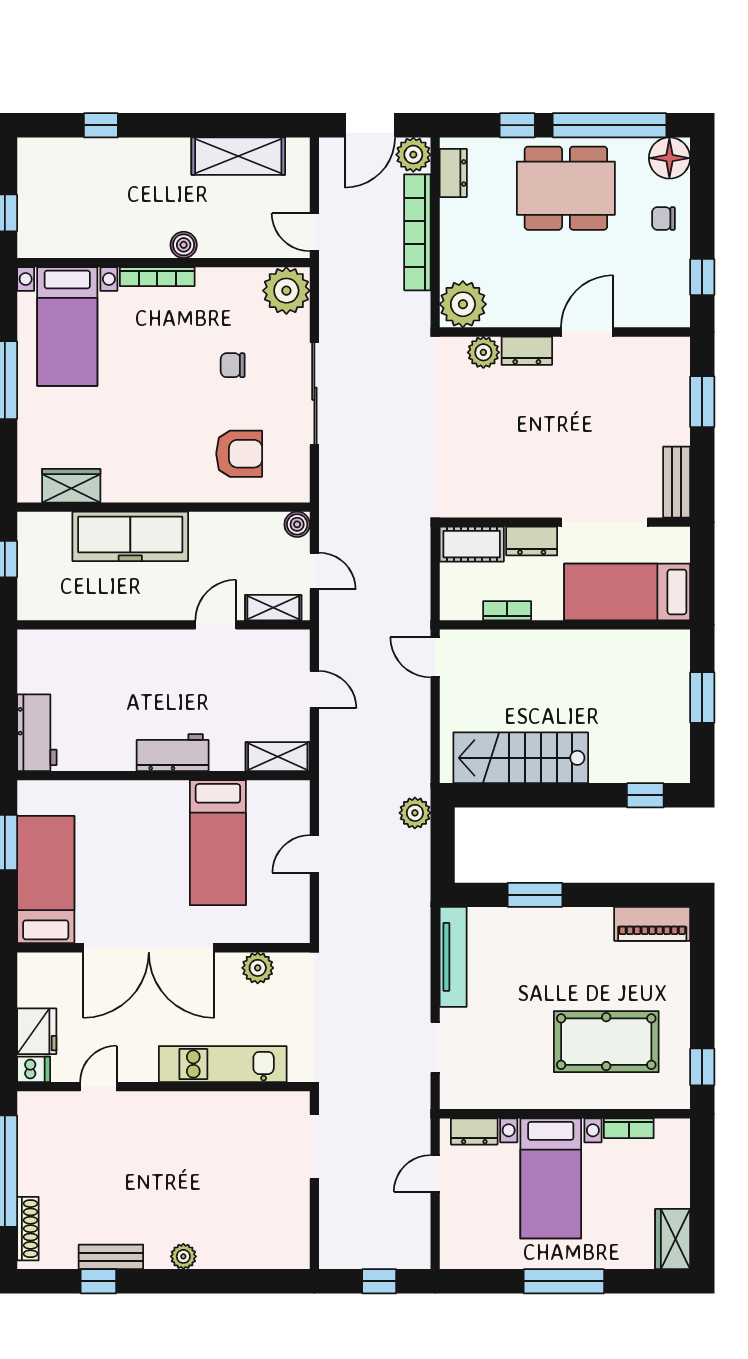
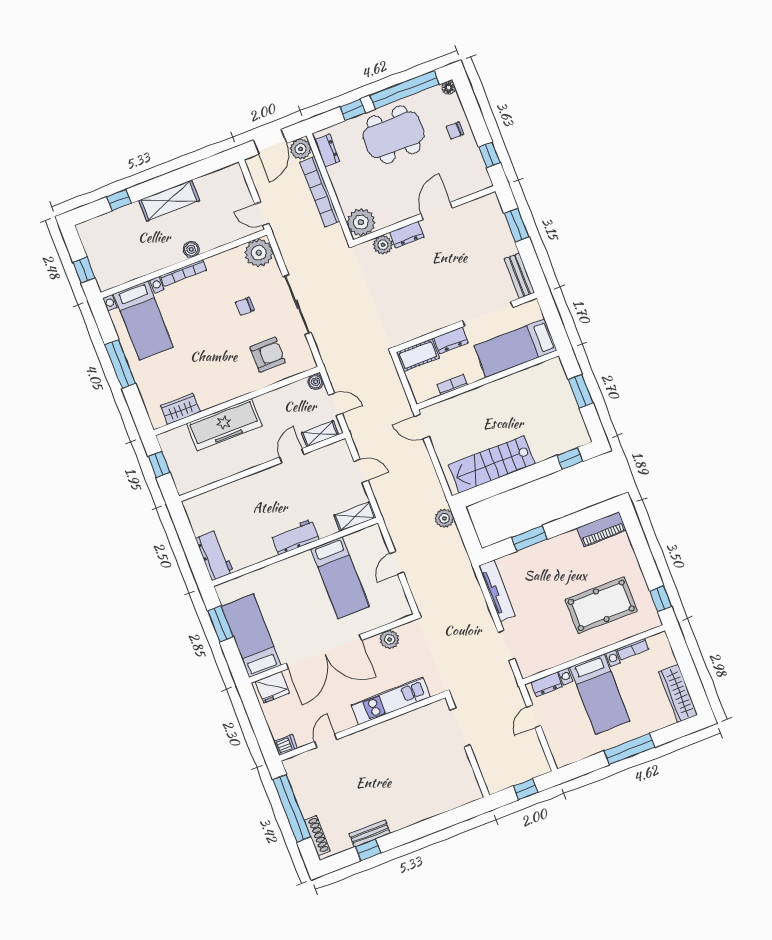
shelving: (238, 156) -> (169, 201), moved
floor lamp: (669, 158) -> (449, 88), width x0.53, depth x0.53
fridge: (37, 1031) -> (272, 687), moved, turned 90
wardrobe: (673, 1239) -> (678, 693), width x1.50
plant: (183, 1256) -> (410, 818), removed

